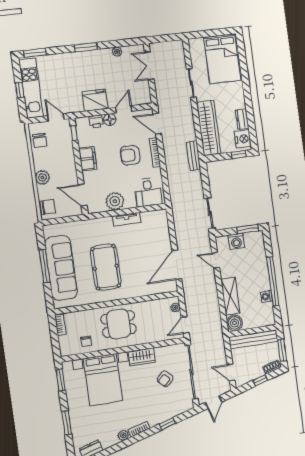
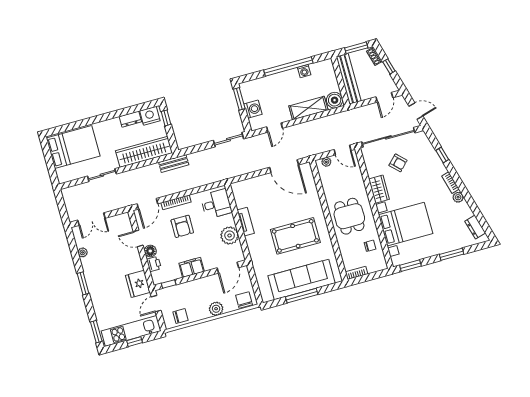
fridge: (95, 100) -> (138, 284), moved

